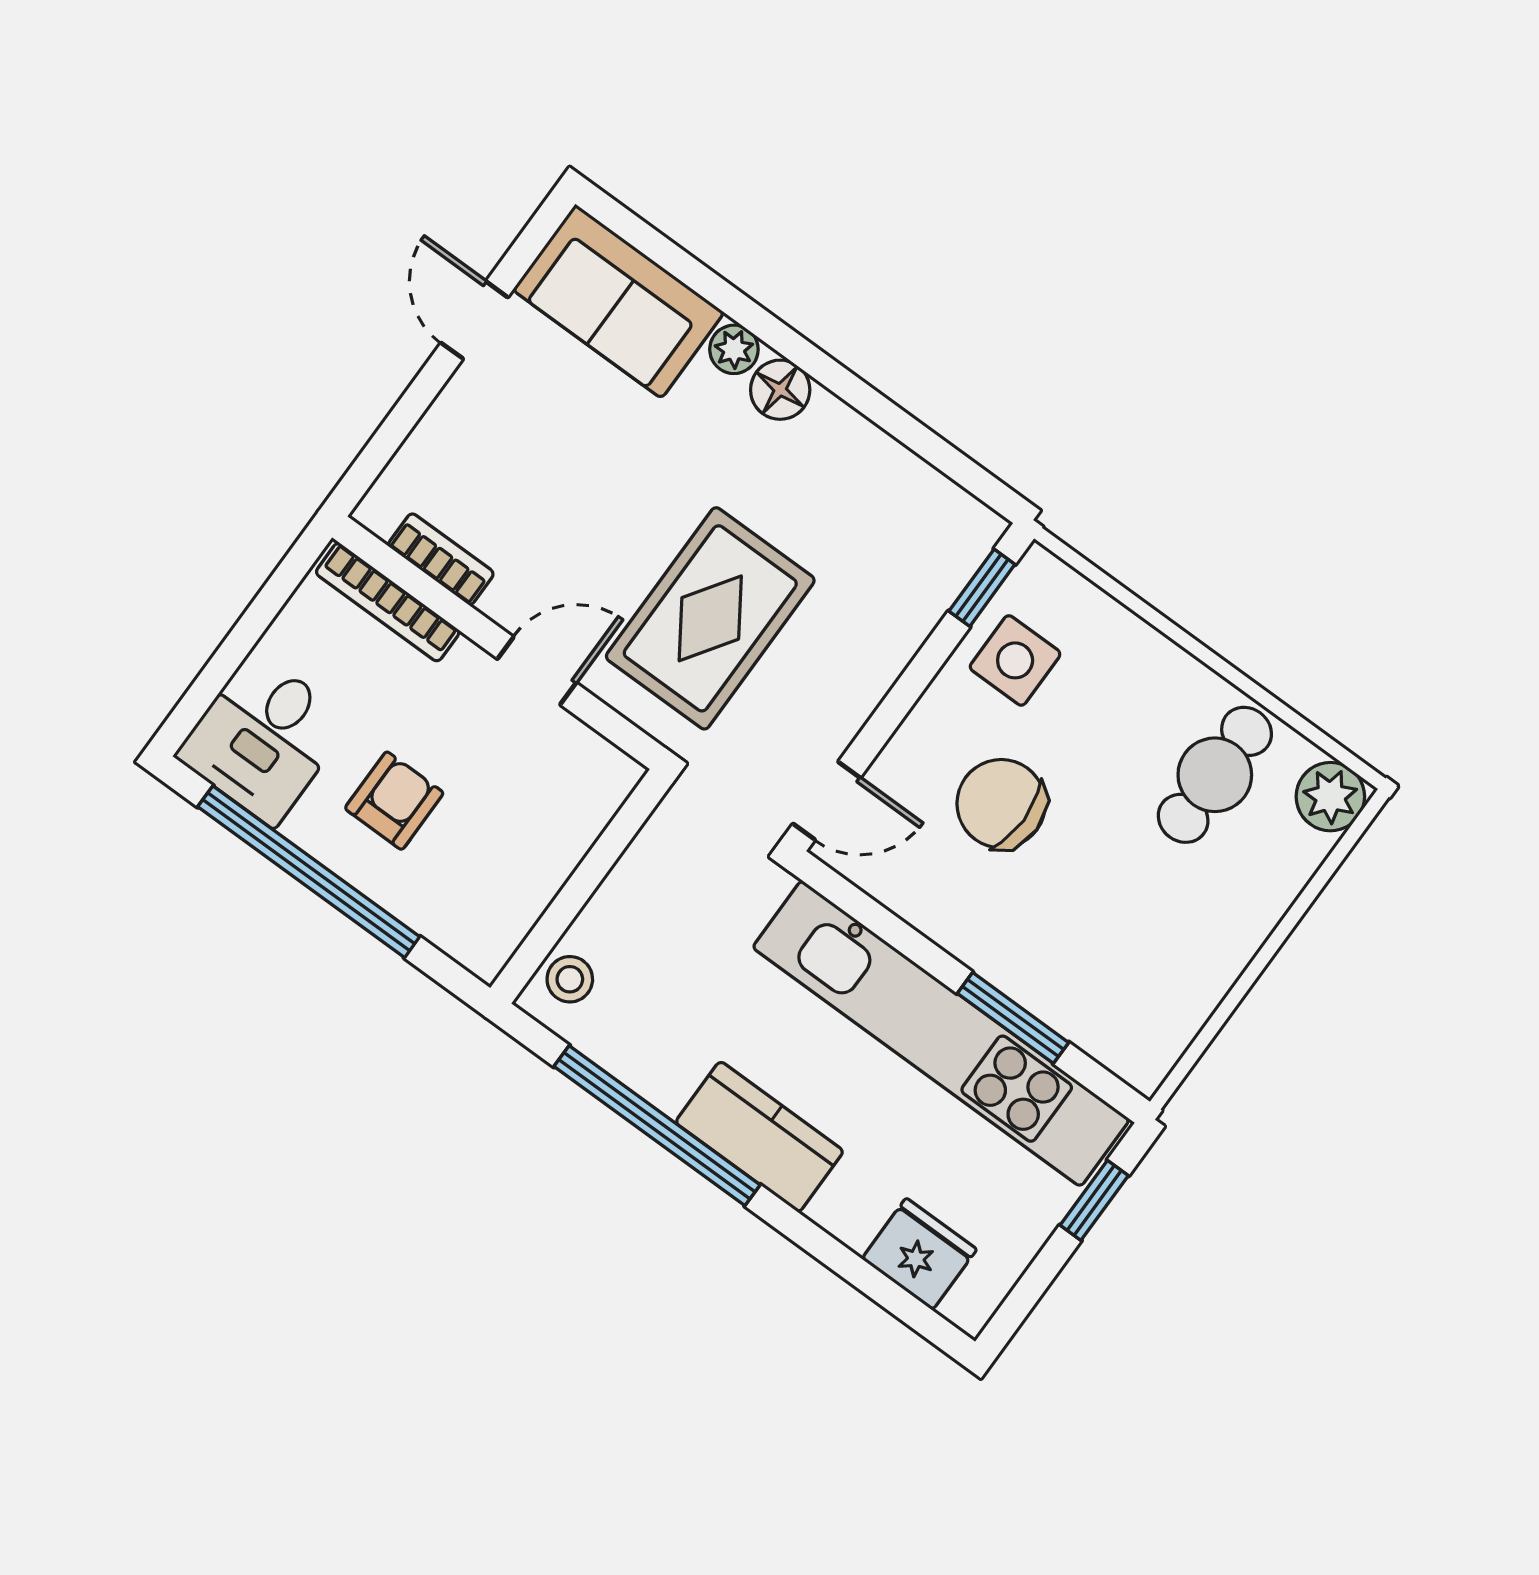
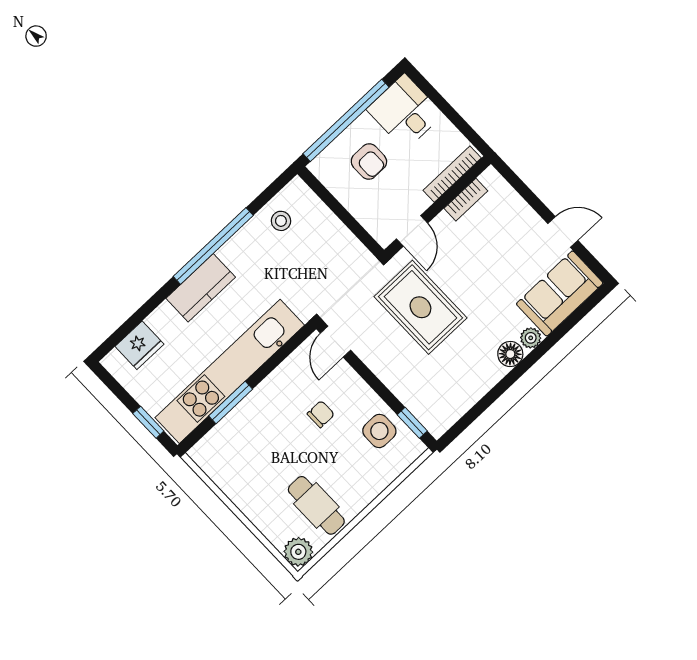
chair: (1001, 804) -> (321, 414), width x0.54, depth x0.54
wall: (581, 886) -> (341, 212), moved

